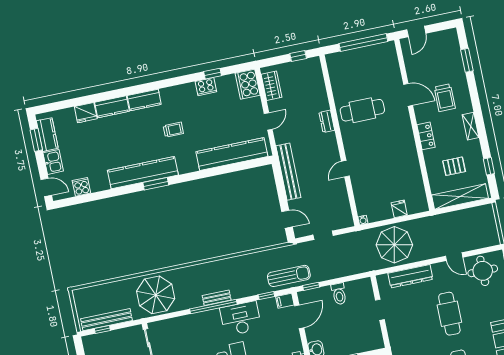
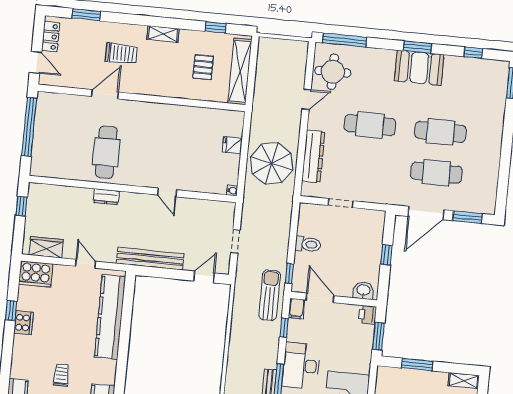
locker: (426, 136) -> (51, 37), moved, turned 90

